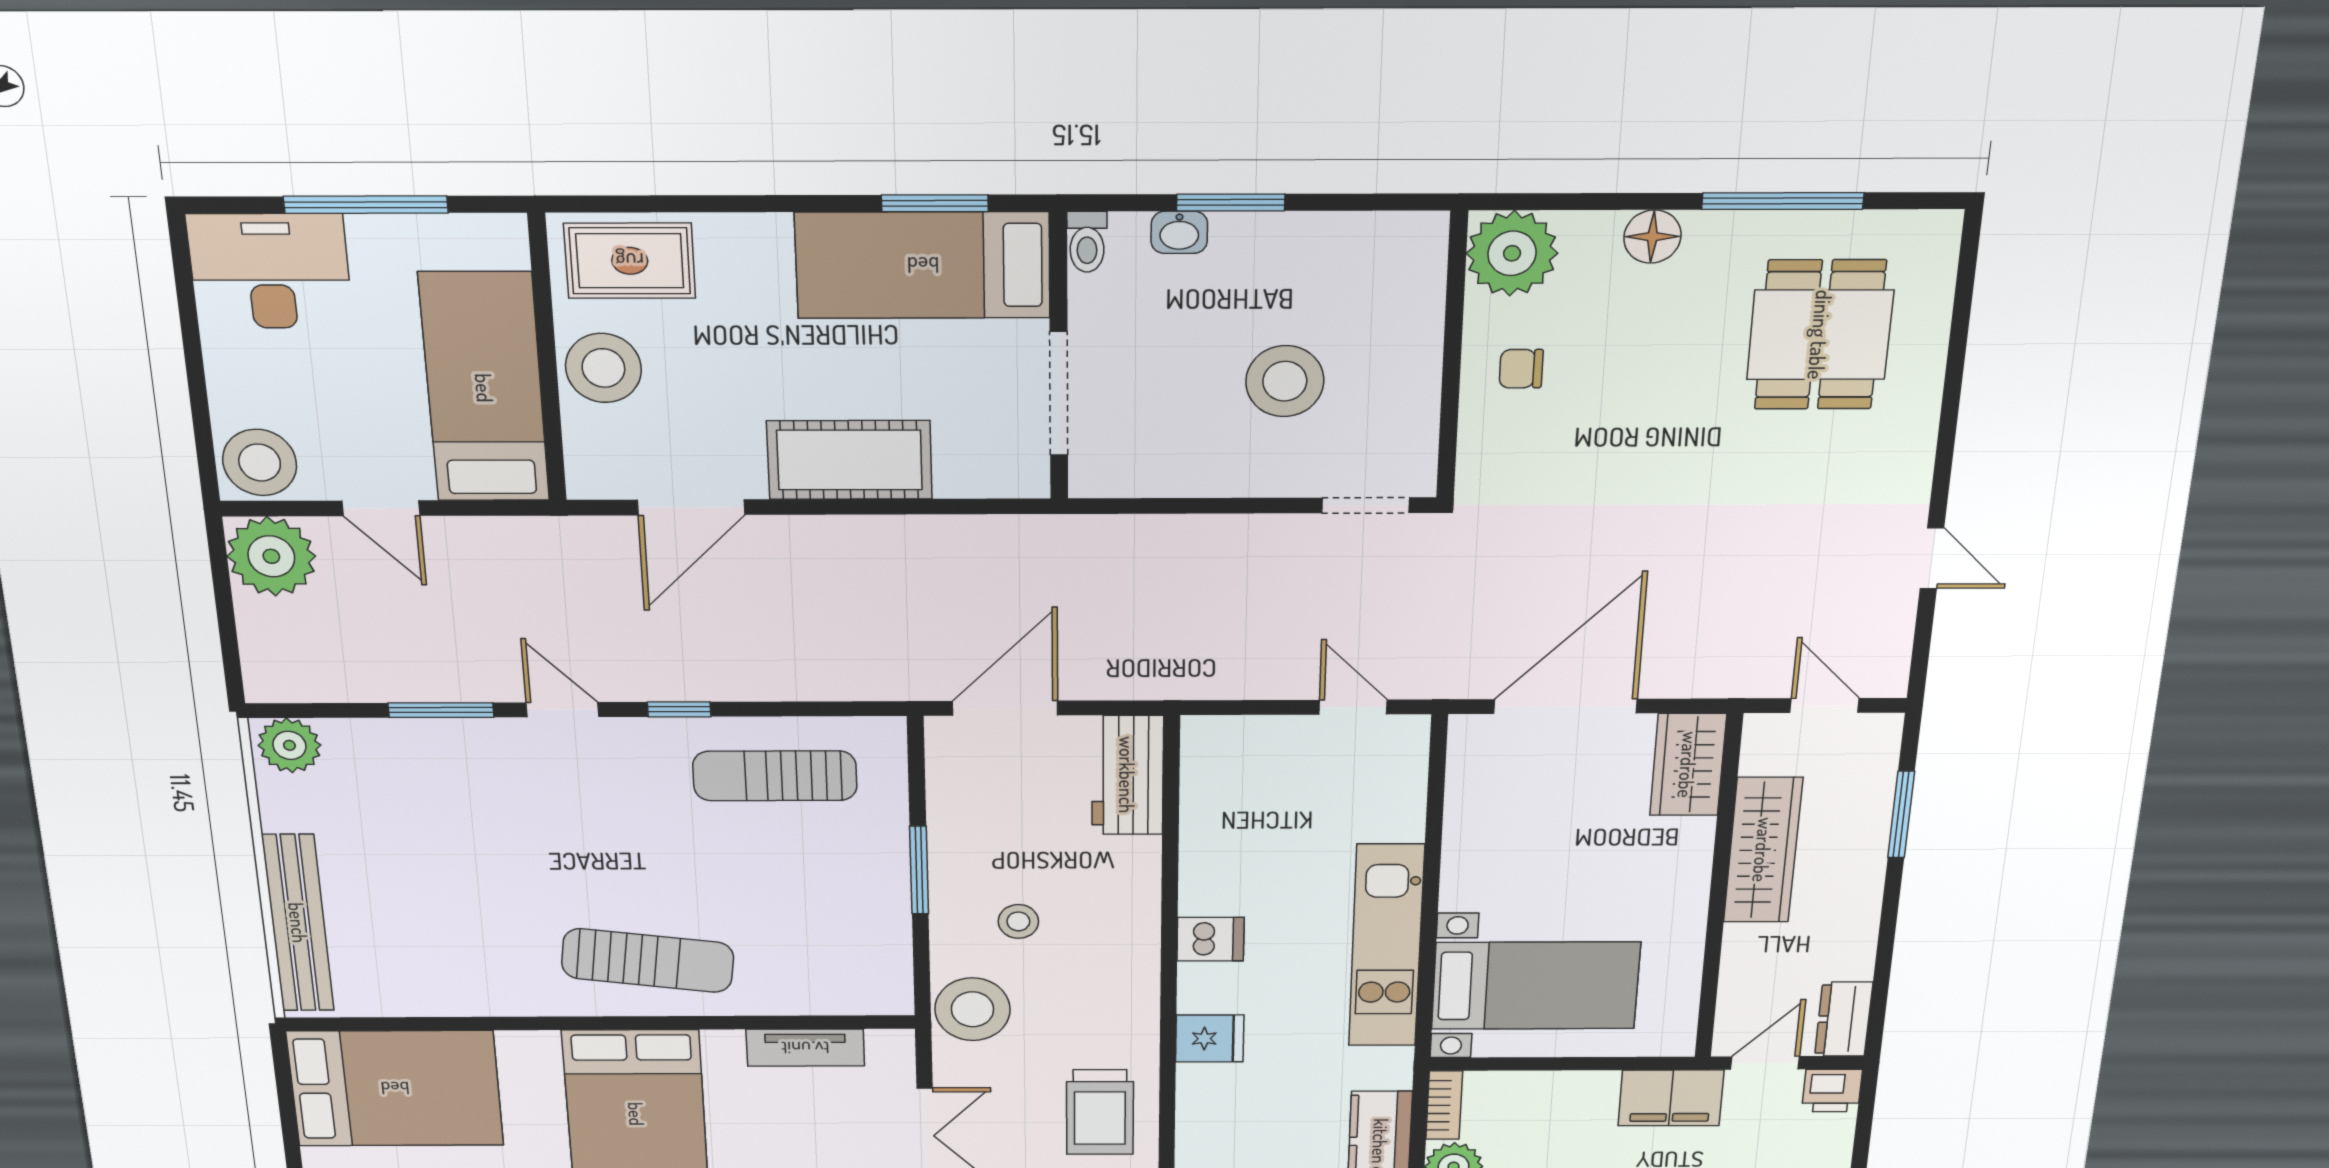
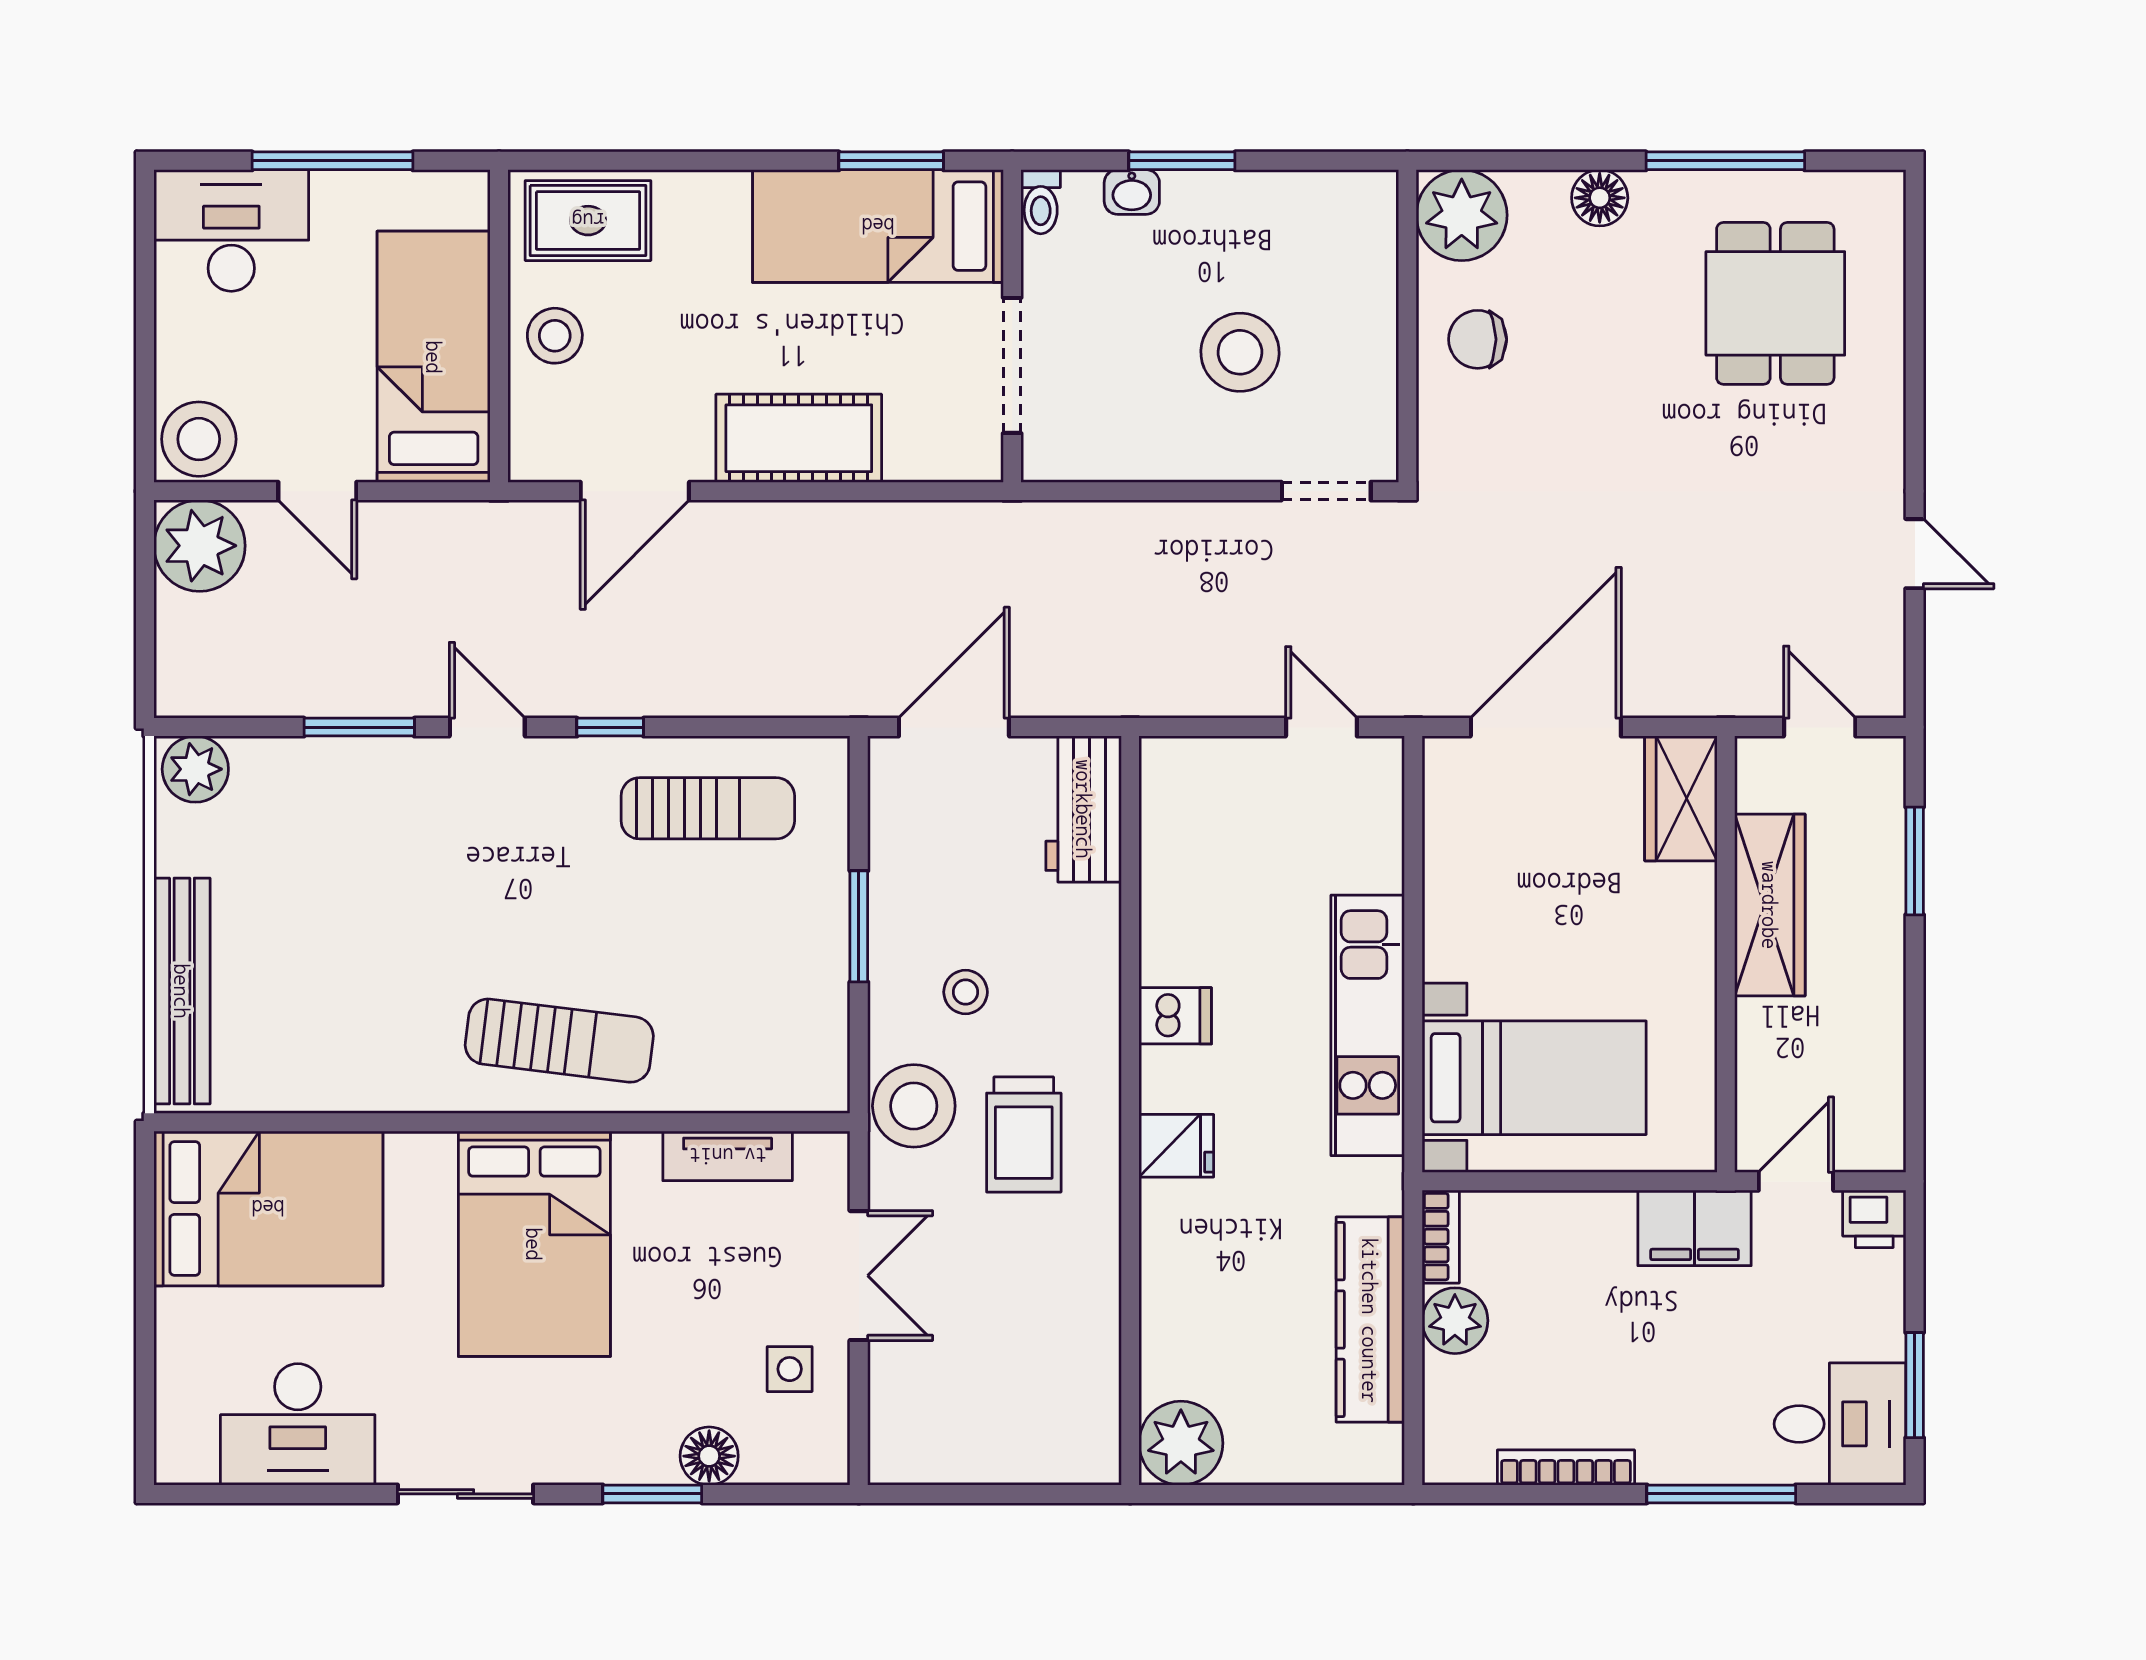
stool: (603, 368) -> (555, 336), width x0.73, depth x0.73
chair: (1521, 369) -> (1478, 339), width x1.37, depth x1.37
sun lounger: (775, 776) -> (708, 808), turned 180
dresser: (1844, 1019) -> (1878, 1123), removed
trolley: (1100, 1112) -> (1024, 1134), moved

